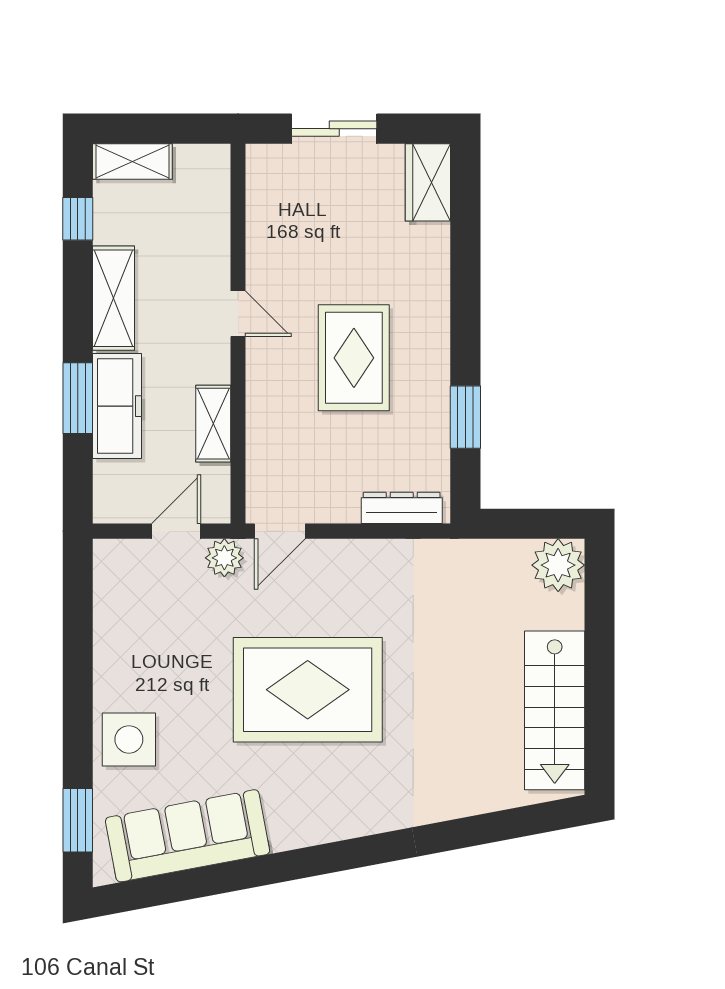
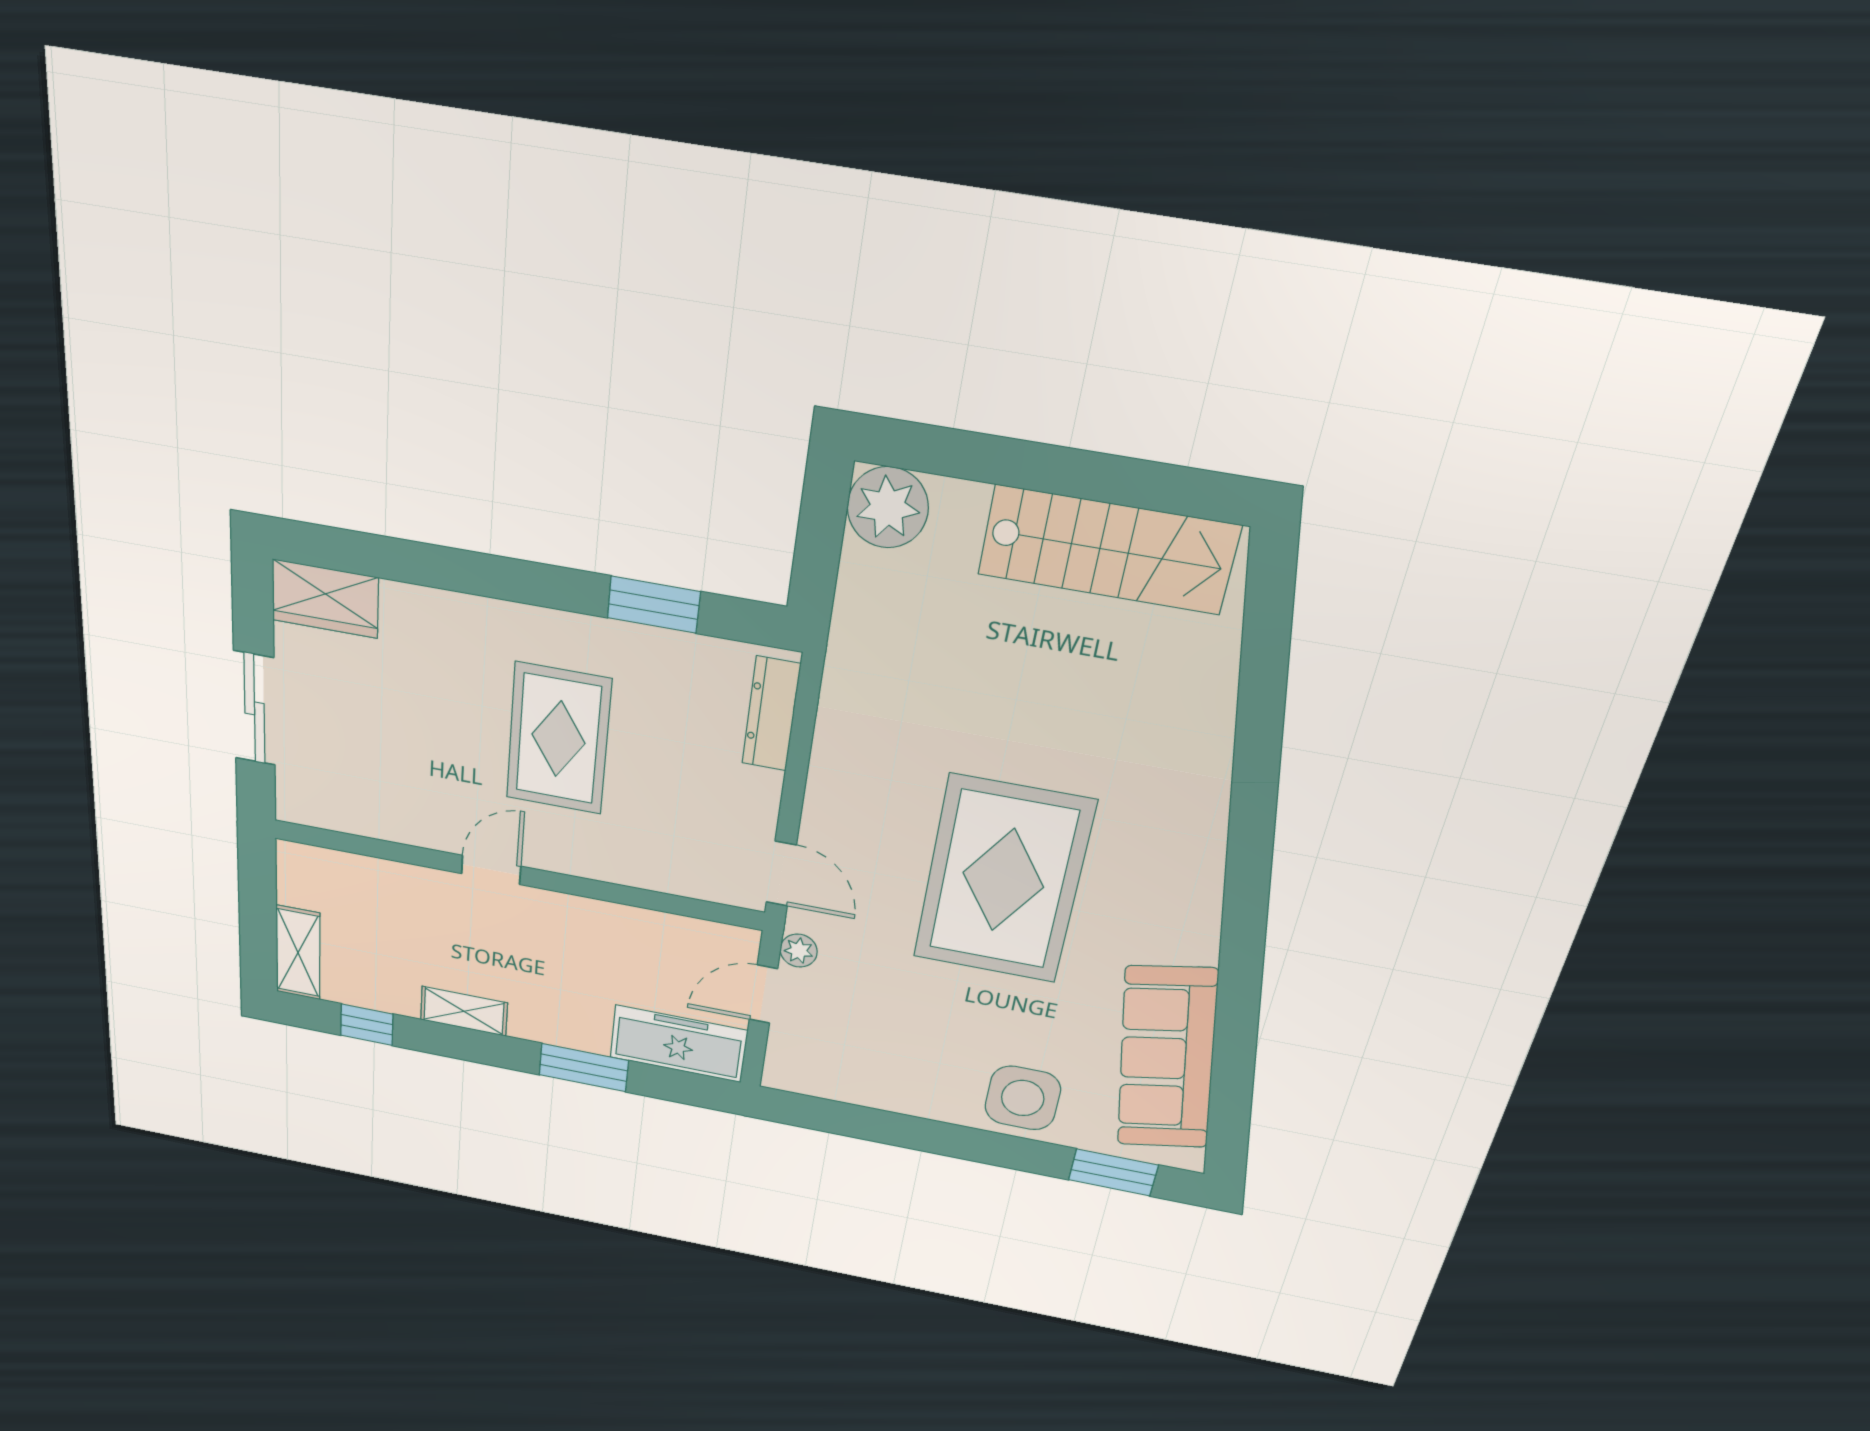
shelving: (114, 298) -> (464, 1011), width x0.67, depth x0.75
rug: (354, 358) -> (558, 739), turned 90
freezer: (117, 406) -> (678, 1044), moved
shelving: (213, 424) -> (630, 925), removed
door: (176, 531) -> (763, 994), hinge flipped
plant: (224, 558) -> (799, 951), width x0.73, depth x0.73

